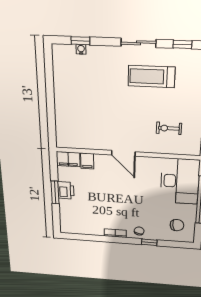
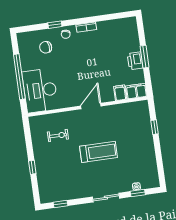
sliding door: (138, 43) -> (106, 198), moved
treadmill: (151, 77) -> (99, 152), moved
window: (51, 116) -> (155, 127), added
door: (123, 153) -> (91, 106), hinge flipped
chair: (177, 225) -> (46, 47), moved

